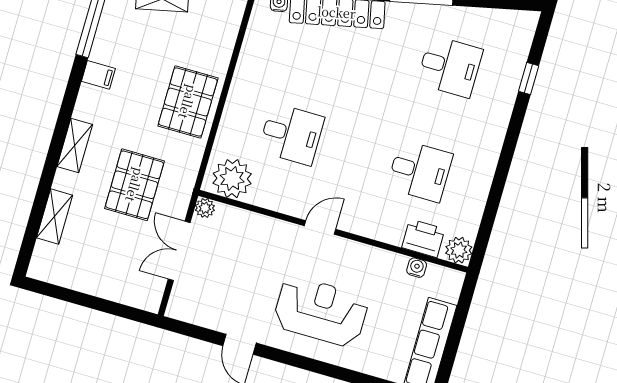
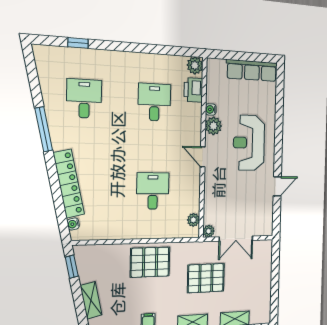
plant: (232, 179) -> (193, 220), width x0.53, depth x0.53
plant: (362, 258) -> (213, 126), added
water cooler: (417, 268) -> (211, 109), moved

